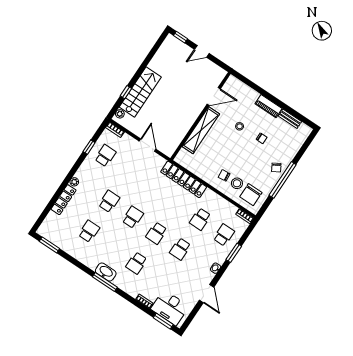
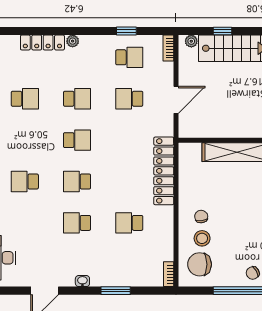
school desk: (224, 235) -> (129, 99), moved, turned 180

